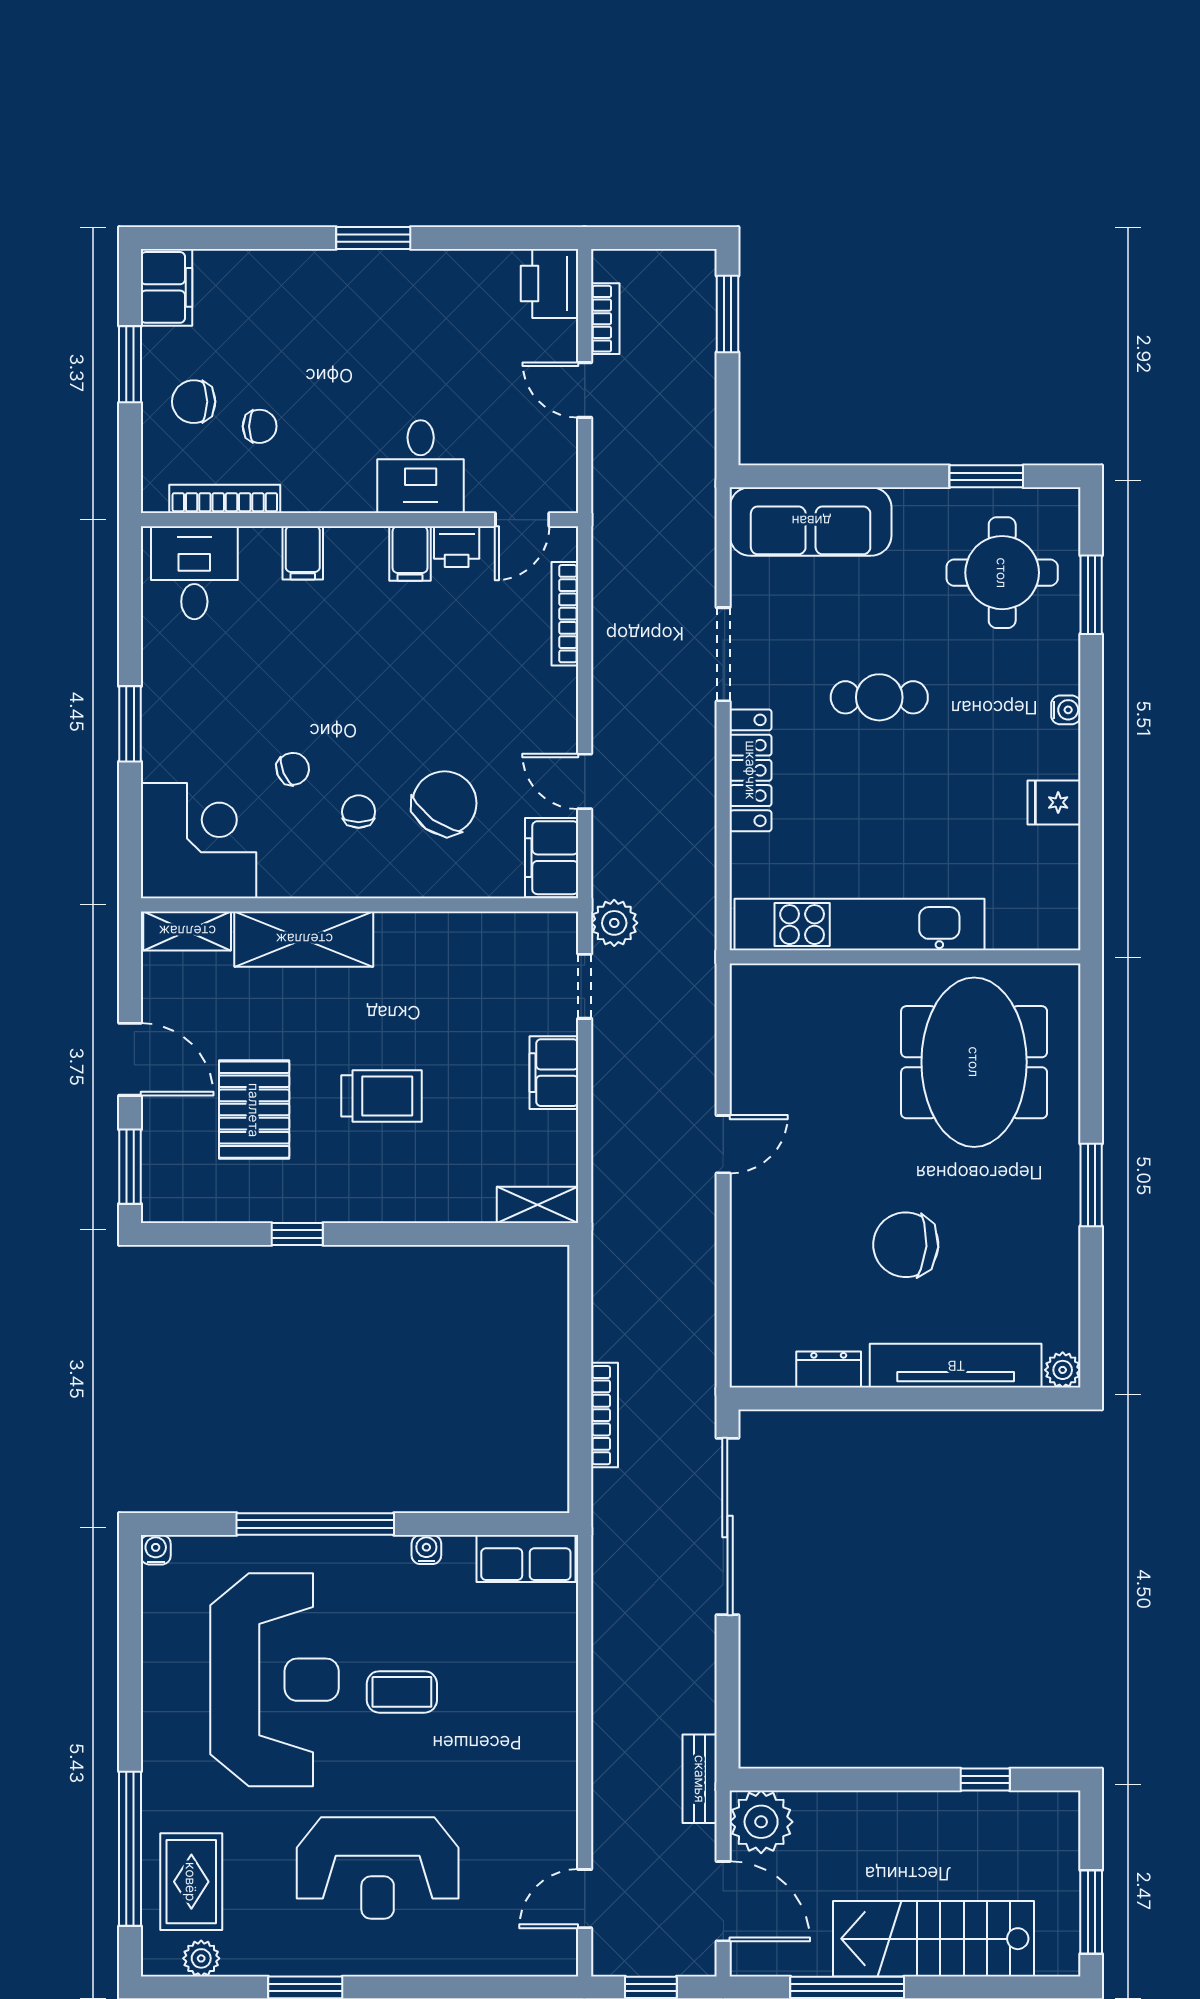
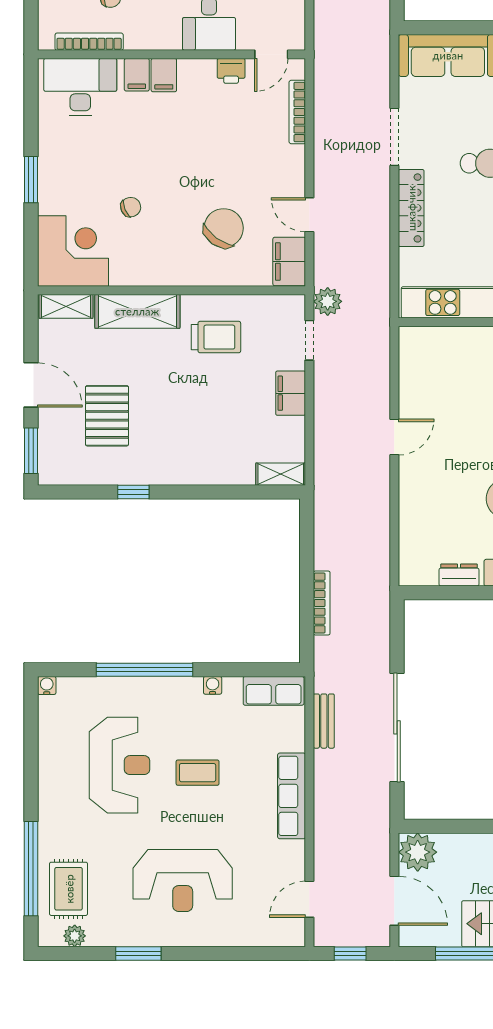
filing cabinet: (410, 553) -> (164, 75), moved
desk: (194, 573) -> (80, 87), width x1.37
chair: (359, 812) -> (171, 233), removed
trolley: (382, 1096) -> (216, 337), moved
sliding door: (727, 1526) -> (397, 727), moved
reception desk: (274, 1680) -> (119, 765), width x0.74, depth x0.77
row of seats: (555, 1730) -> (292, 796), added
bench: (700, 1779) -> (324, 721), moved

